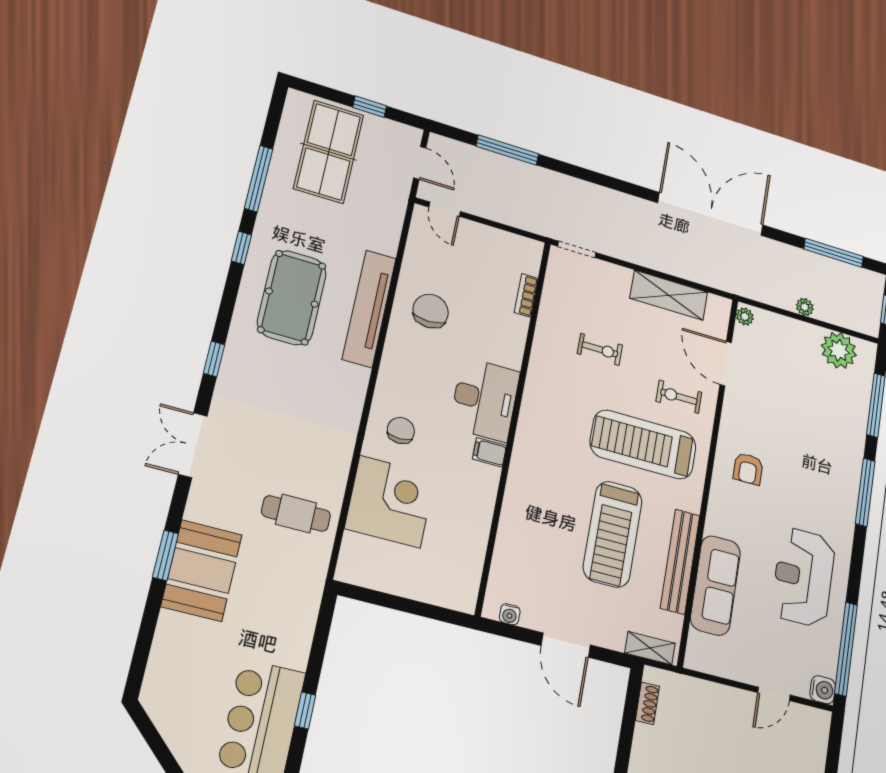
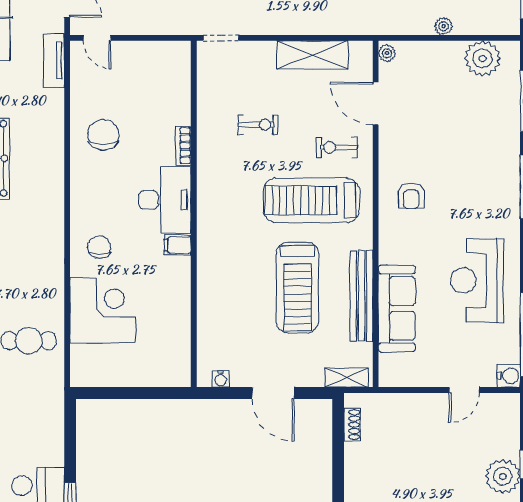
bookcase: (526, 295) -> (183, 146), moved
tv unit: (369, 309) -> (54, 60), moved, width x0.52, depth x0.78

